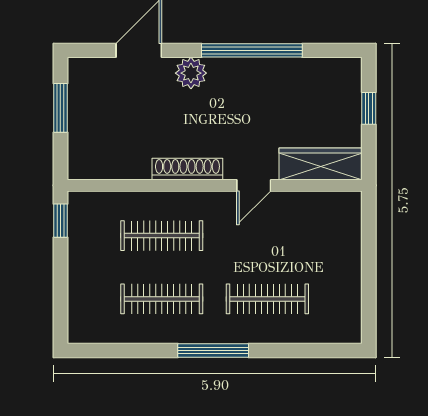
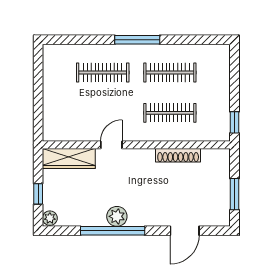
plant: (350, 70) -> (50, 218), added
plant: (191, 73) -> (117, 216), moved
shoe rack: (187, 169) -> (178, 155), moved

